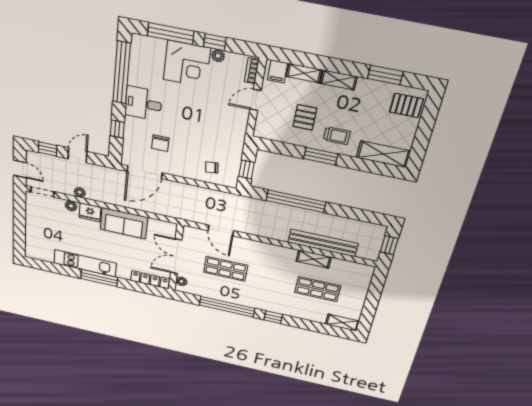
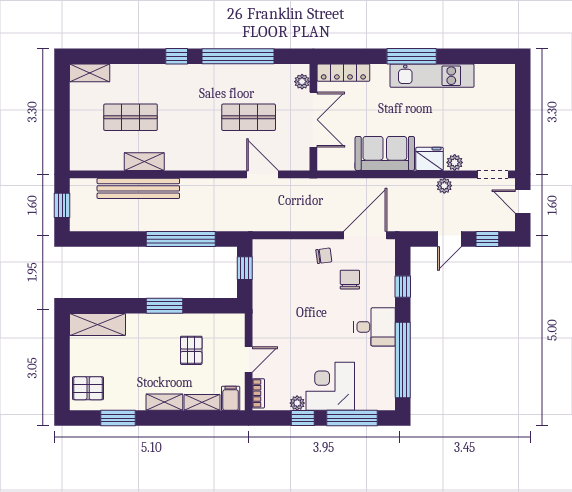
trolley: (337, 136) -> (152, 336), removed
chair: (212, 167) -> (324, 256), moved

